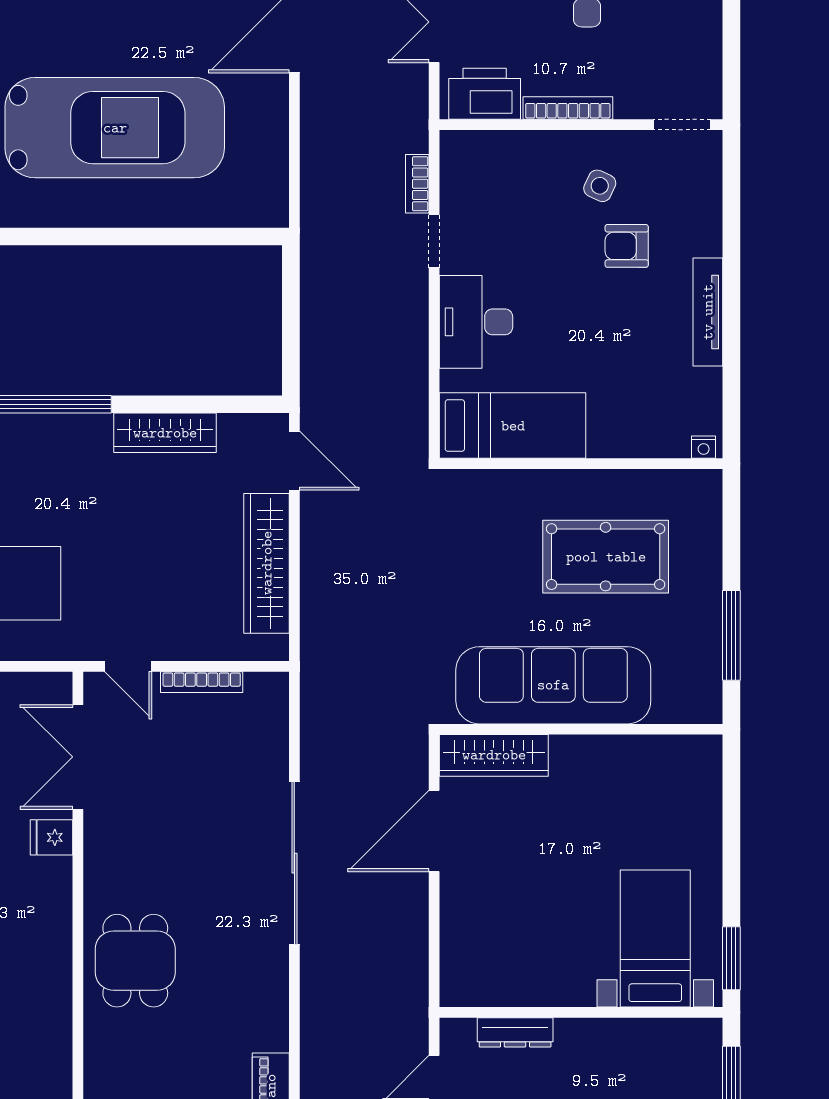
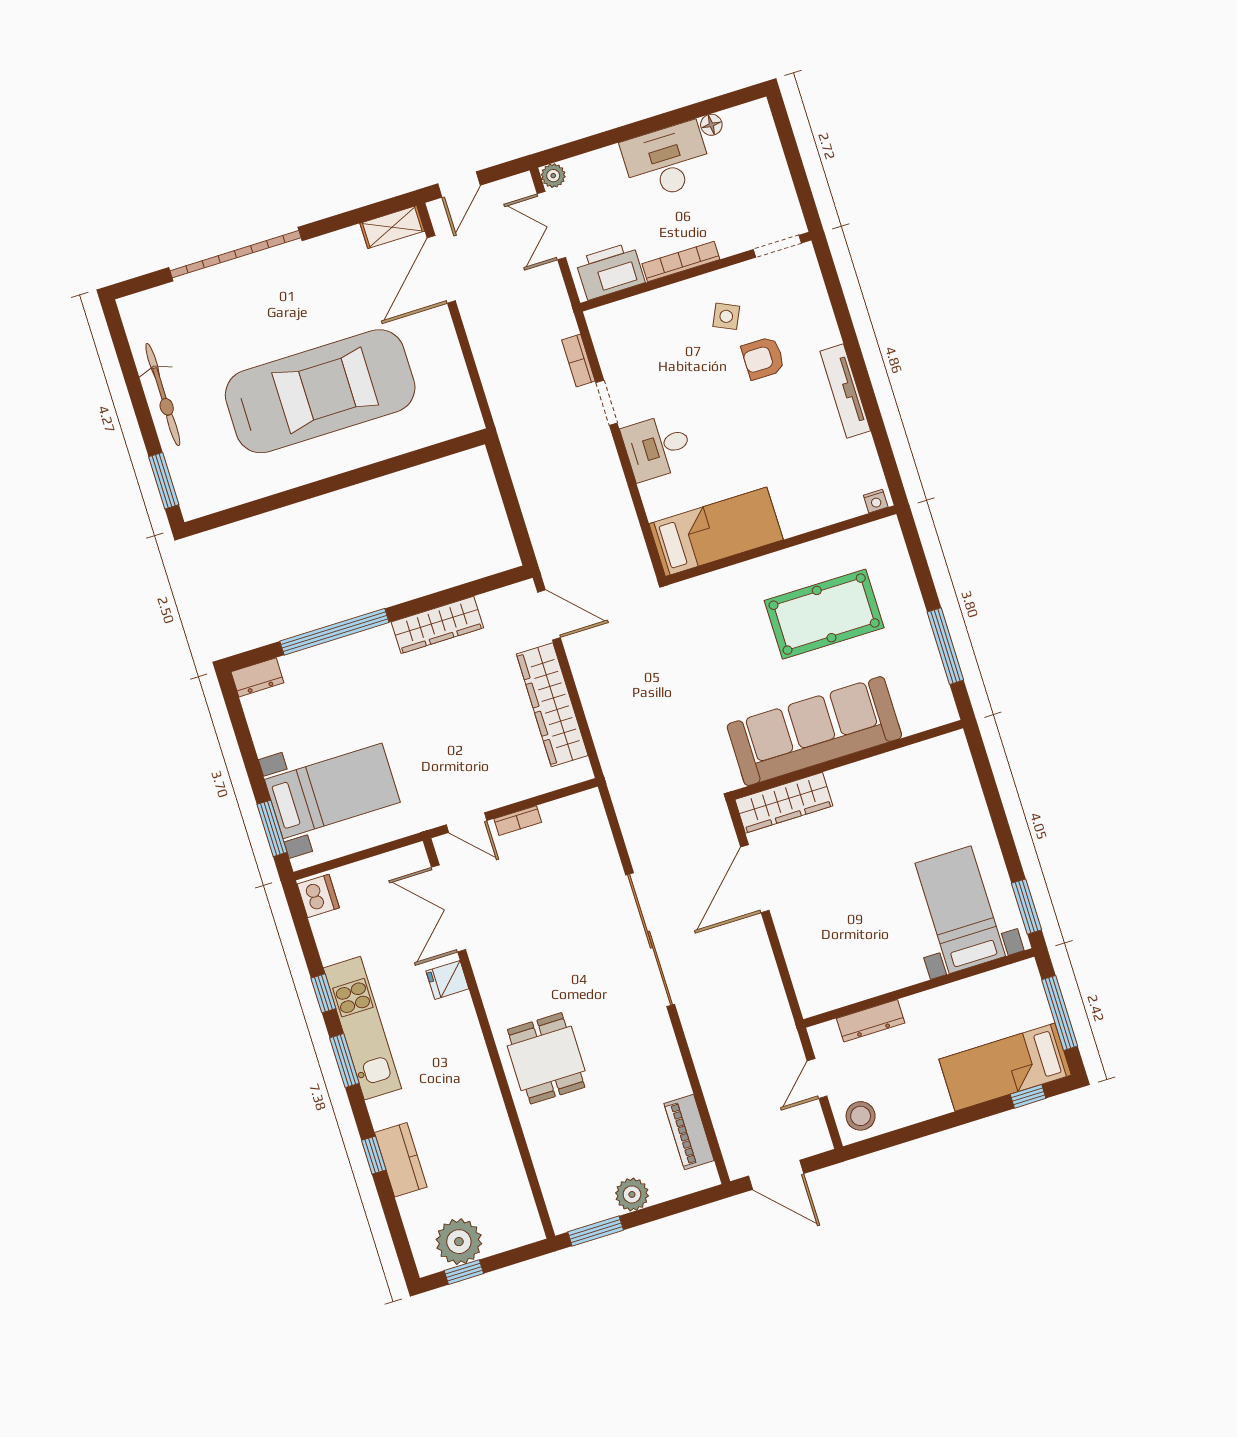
desk: (476, 322) -> (657, 447), width x0.73
bookcase: (202, 682) -> (518, 821), width x0.64

